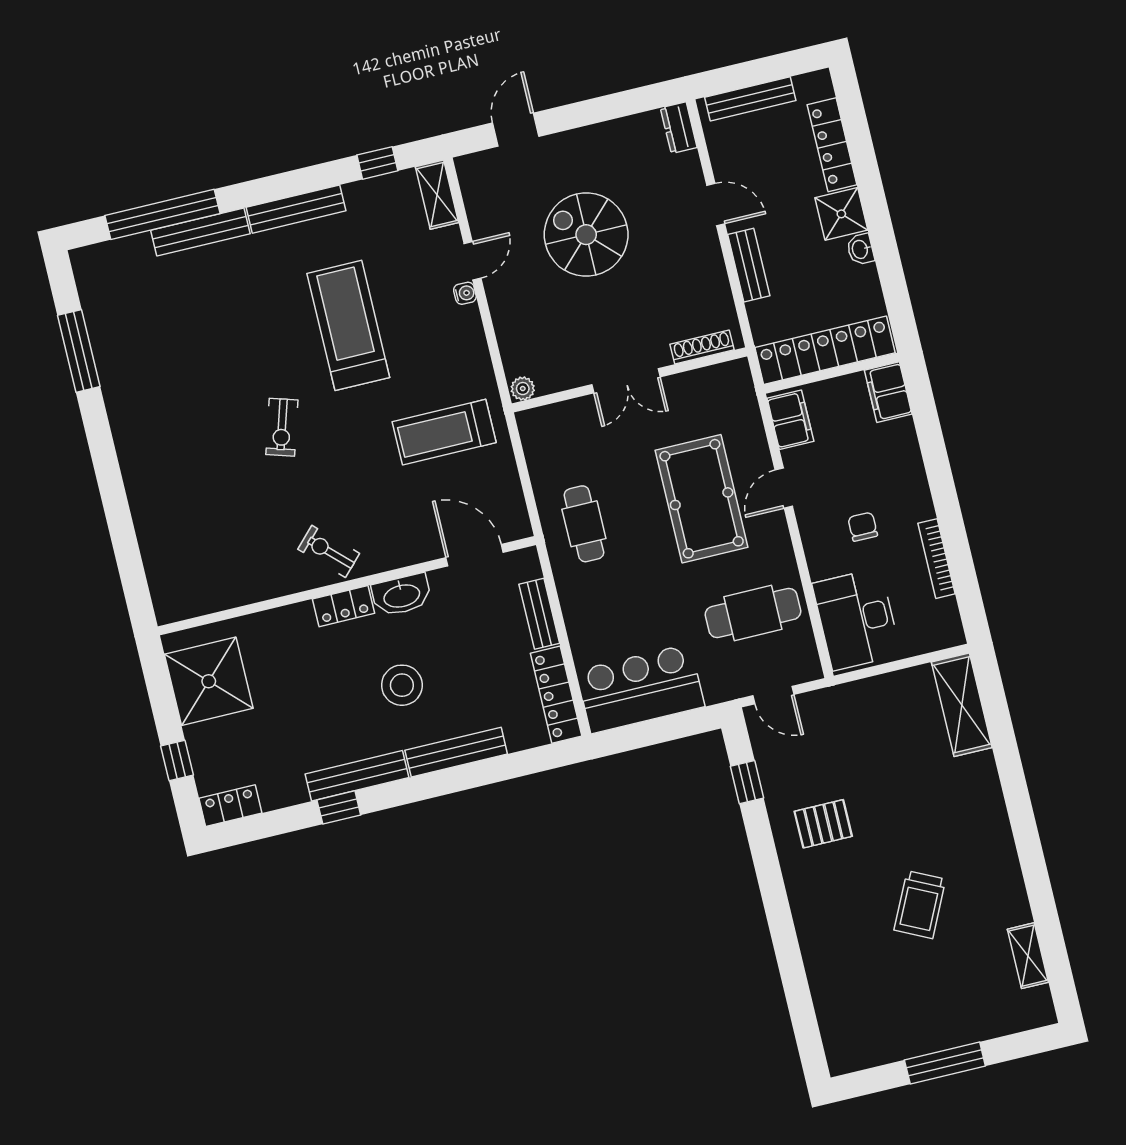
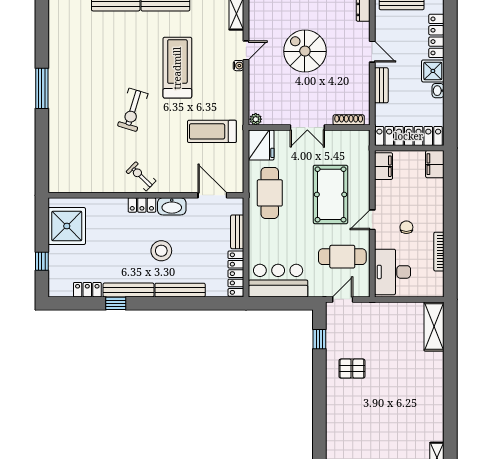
window: (79, 351) -> (42, 88), moved
exercise bike: (282, 427) -> (133, 110), width x1.38, depth x1.39
fridge: (545, 436) -> (261, 145), added
door: (784, 488) -> (372, 220), moved
cafe table: (584, 524) -> (270, 193), width x1.37, depth x1.35
door: (773, 695) -> (343, 299), swing flipped
locker: (230, 806) -> (87, 290), moved
trolley: (920, 905) -> (390, 420), removed

